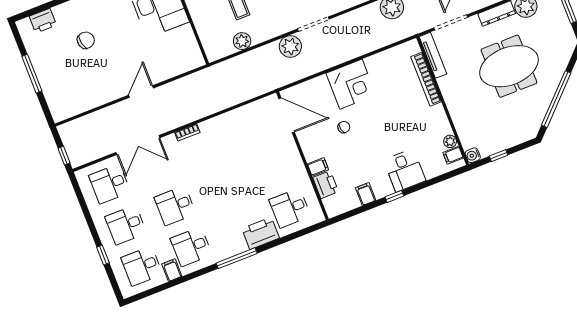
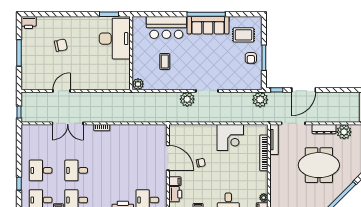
printer: (43, 21) -> (29, 23), moved
plant: (242, 41) -> (138, 84), moved
corner desk: (351, 84) -> (230, 138), moved
door: (141, 92) -> (62, 91), moved
door: (287, 115) -> (168, 158), moved
desk: (110, 184) -> (41, 141), removed

